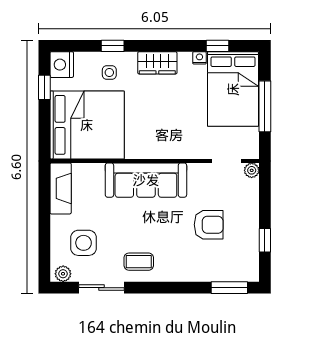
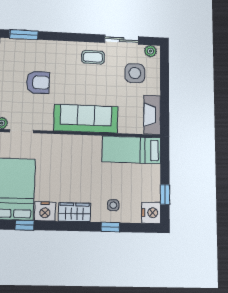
nightstand: (199, 58) -> (45, 211), width x1.89, depth x1.79
bed: (87, 125) -> (132, 150), width x0.49
armchair: (209, 225) -> (38, 82), turned 180

